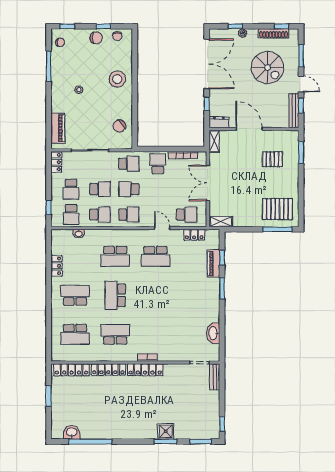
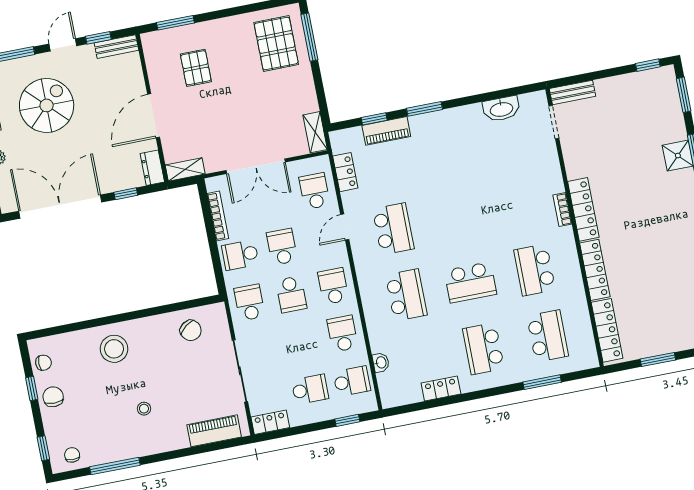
bench: (294, 111) -> (116, 47), width x0.73
school desk: (100, 189) -> (282, 247), moved
window: (49, 326) -> (542, 382), added

